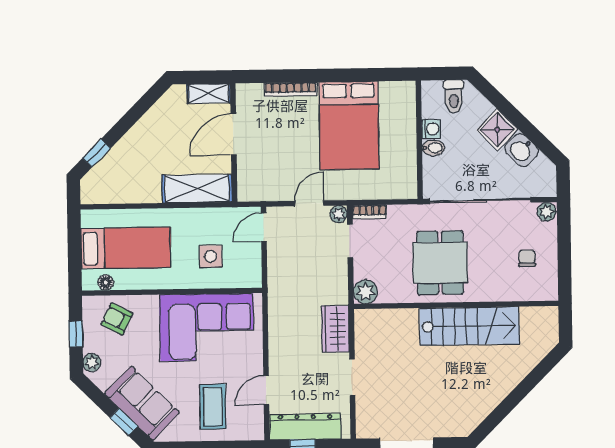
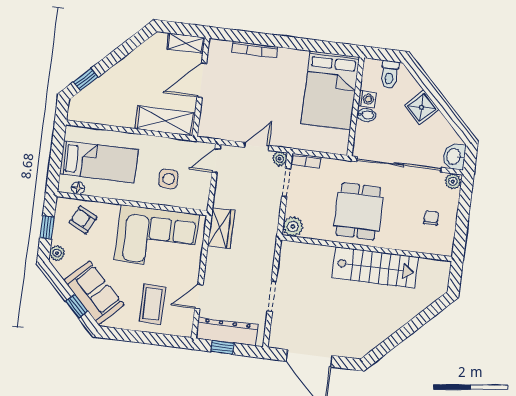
bed: (349, 125) -> (330, 90), moved
washbasin: (522, 150) -> (454, 156), moved, turned 45
wardrobe: (335, 329) -> (221, 228), moved, turned 180

